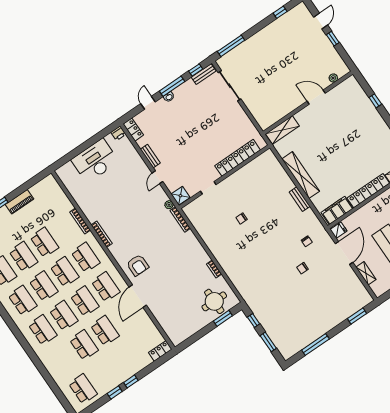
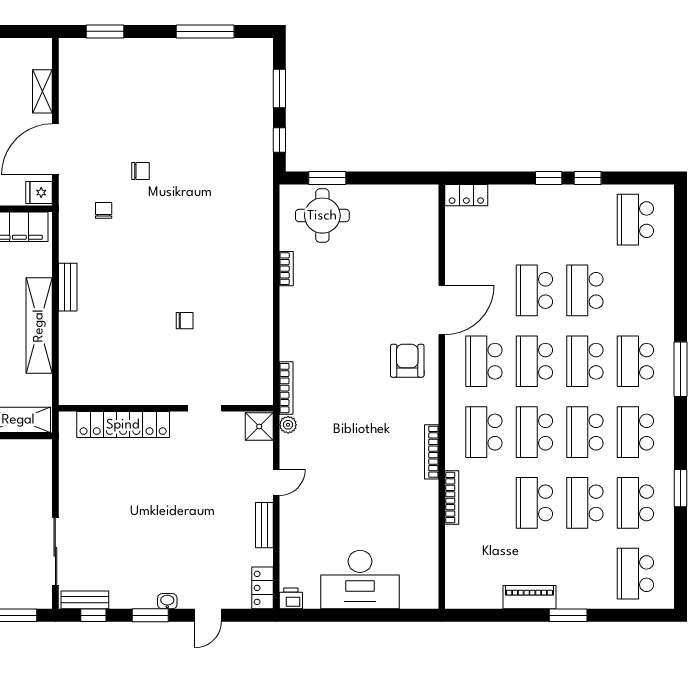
window: (172, 86) -> (150, 615), width x0.69
window: (22, 339) -> (681, 369), added

